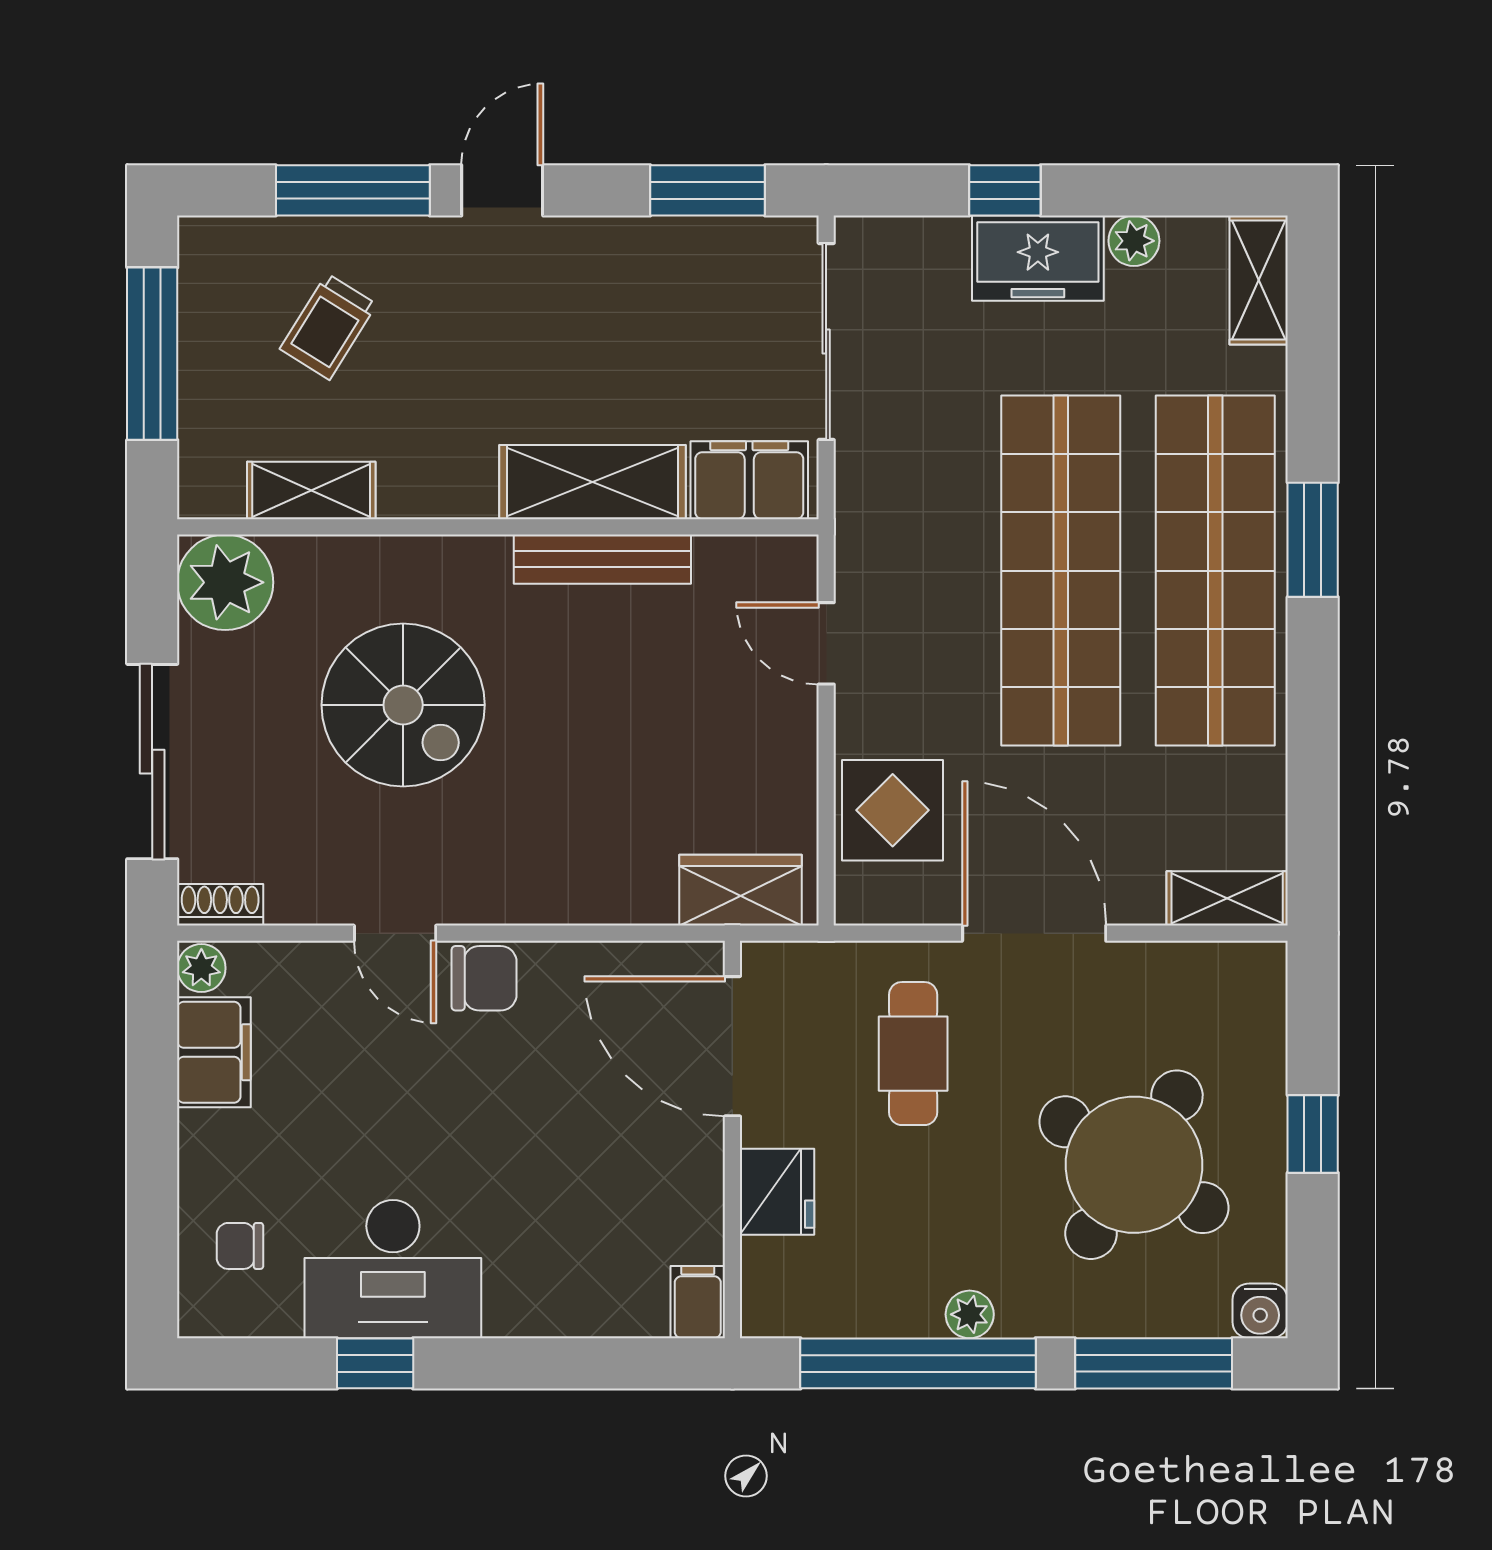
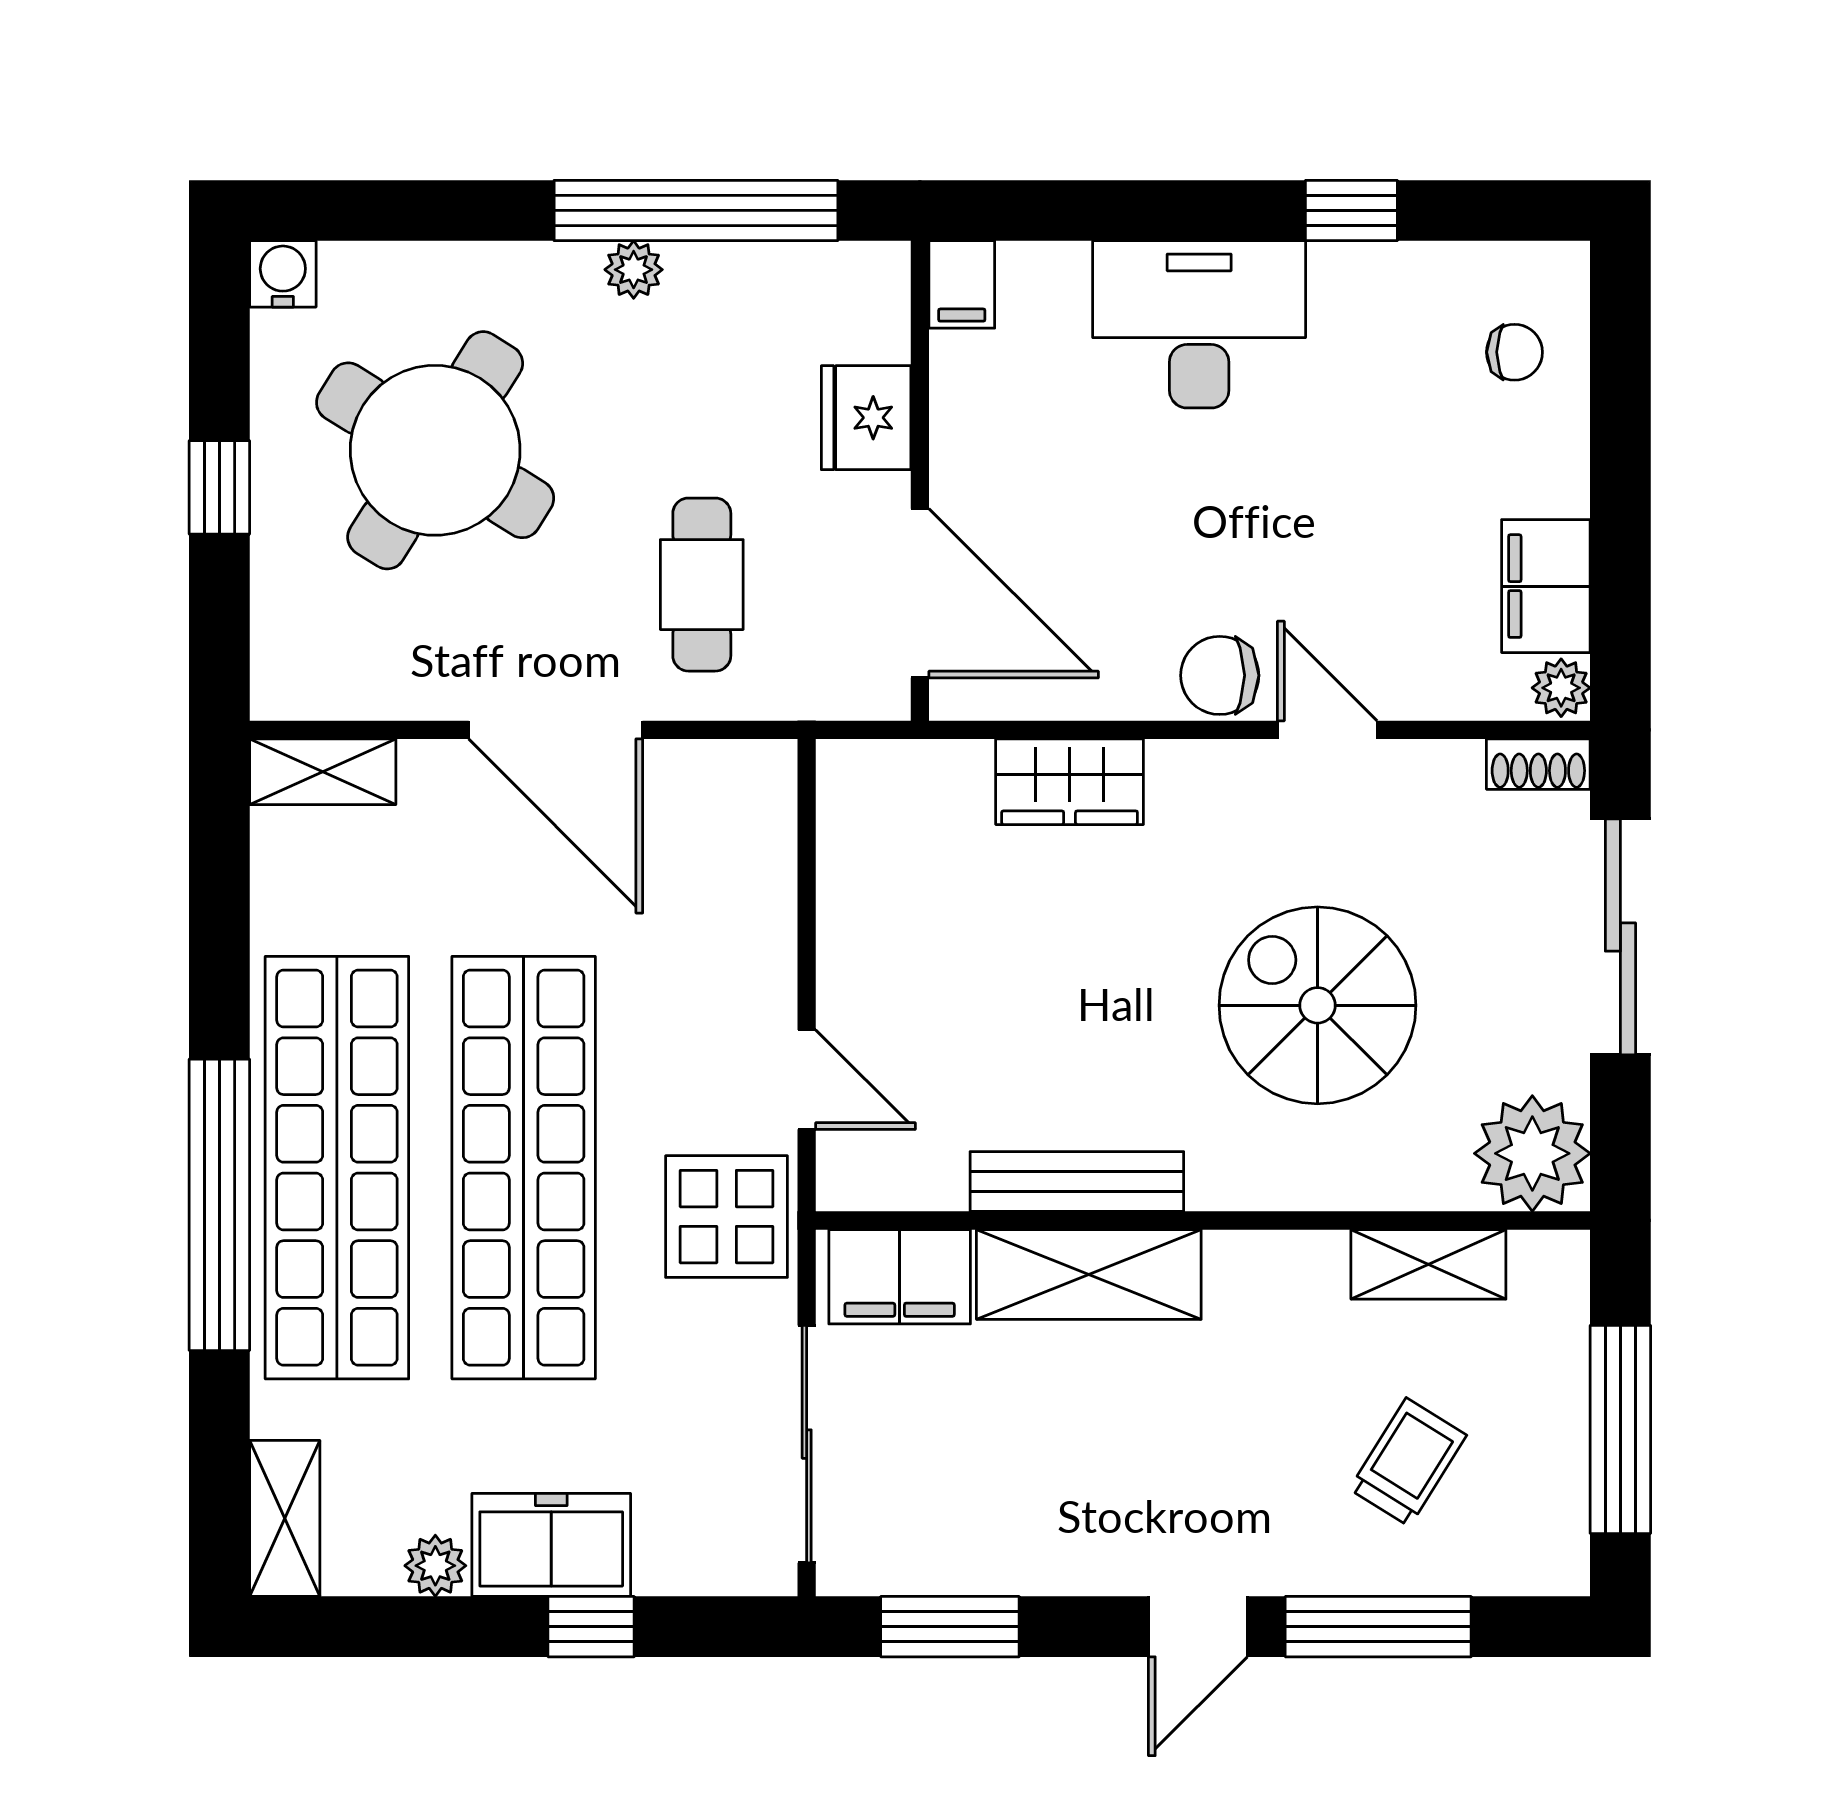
window: (1313, 540) -> (219, 1205), width x2.11
display table: (893, 810) -> (727, 1217), moved
wardrobe: (740, 890) -> (1070, 782), moved
desk: (393, 1269) -> (1199, 324), moved
window: (1154, 1363) -> (411, 210), removed

